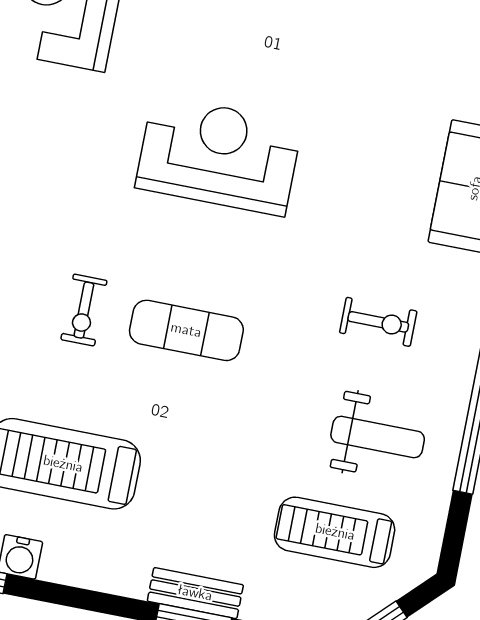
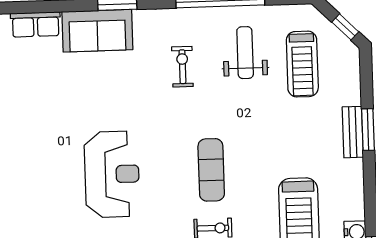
reception desk: (219, 155) -> (112, 174), turned 180

